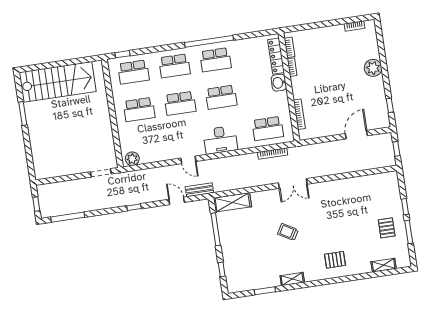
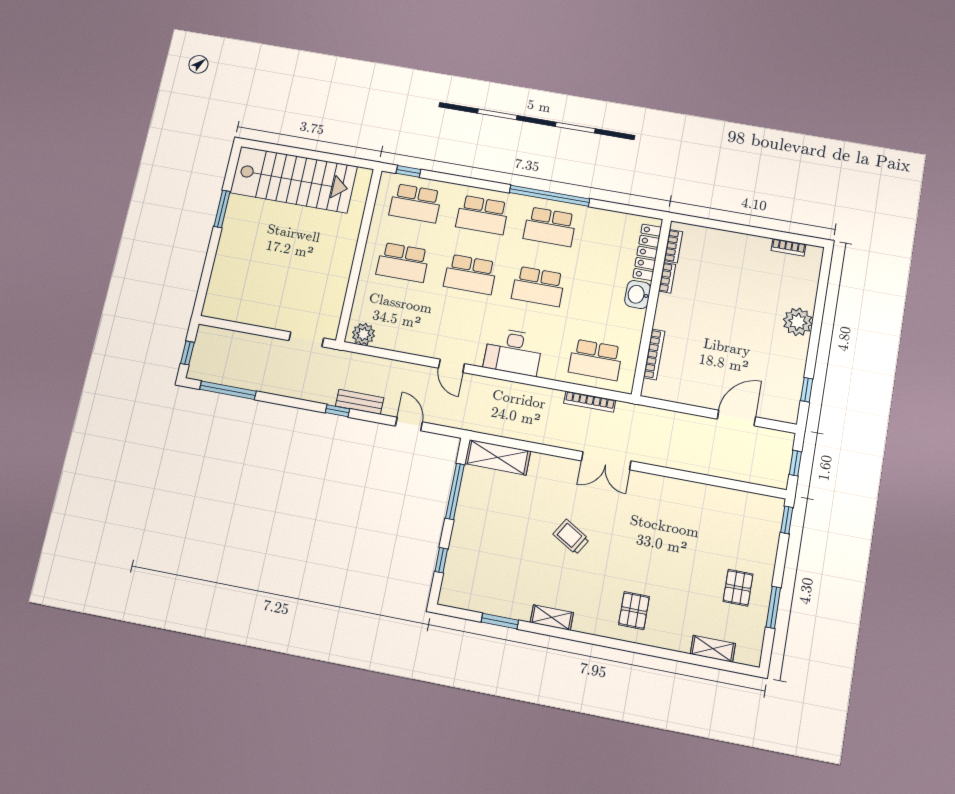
bench: (199, 190) -> (360, 402), moved
window: (405, 207) -> (787, 520), moved
pallet: (335, 260) -> (634, 611), turned 90

